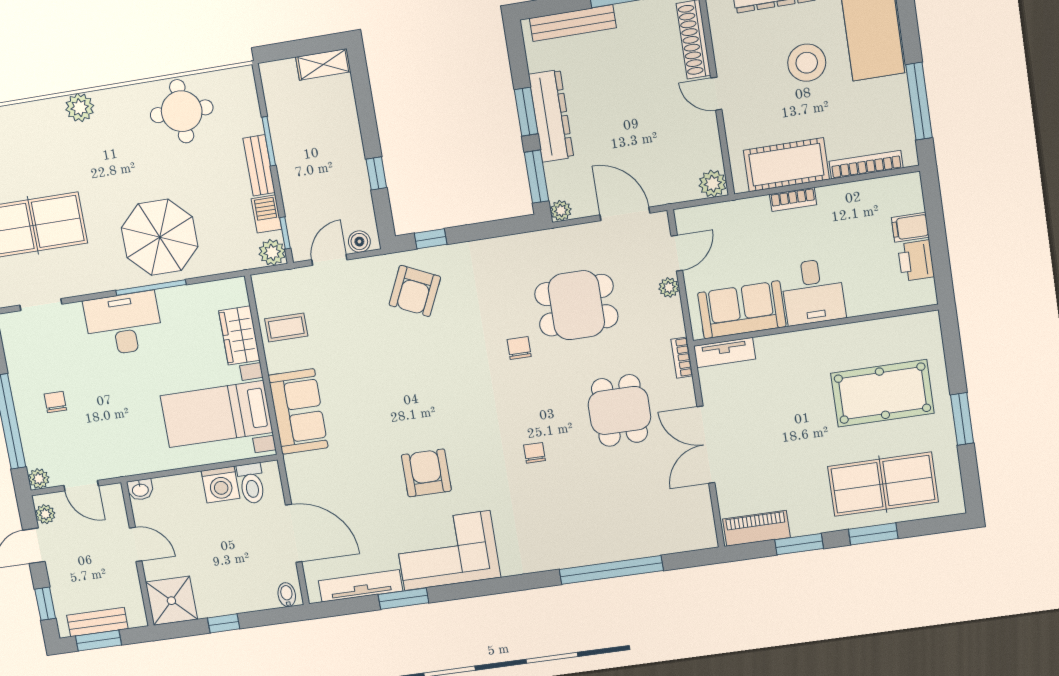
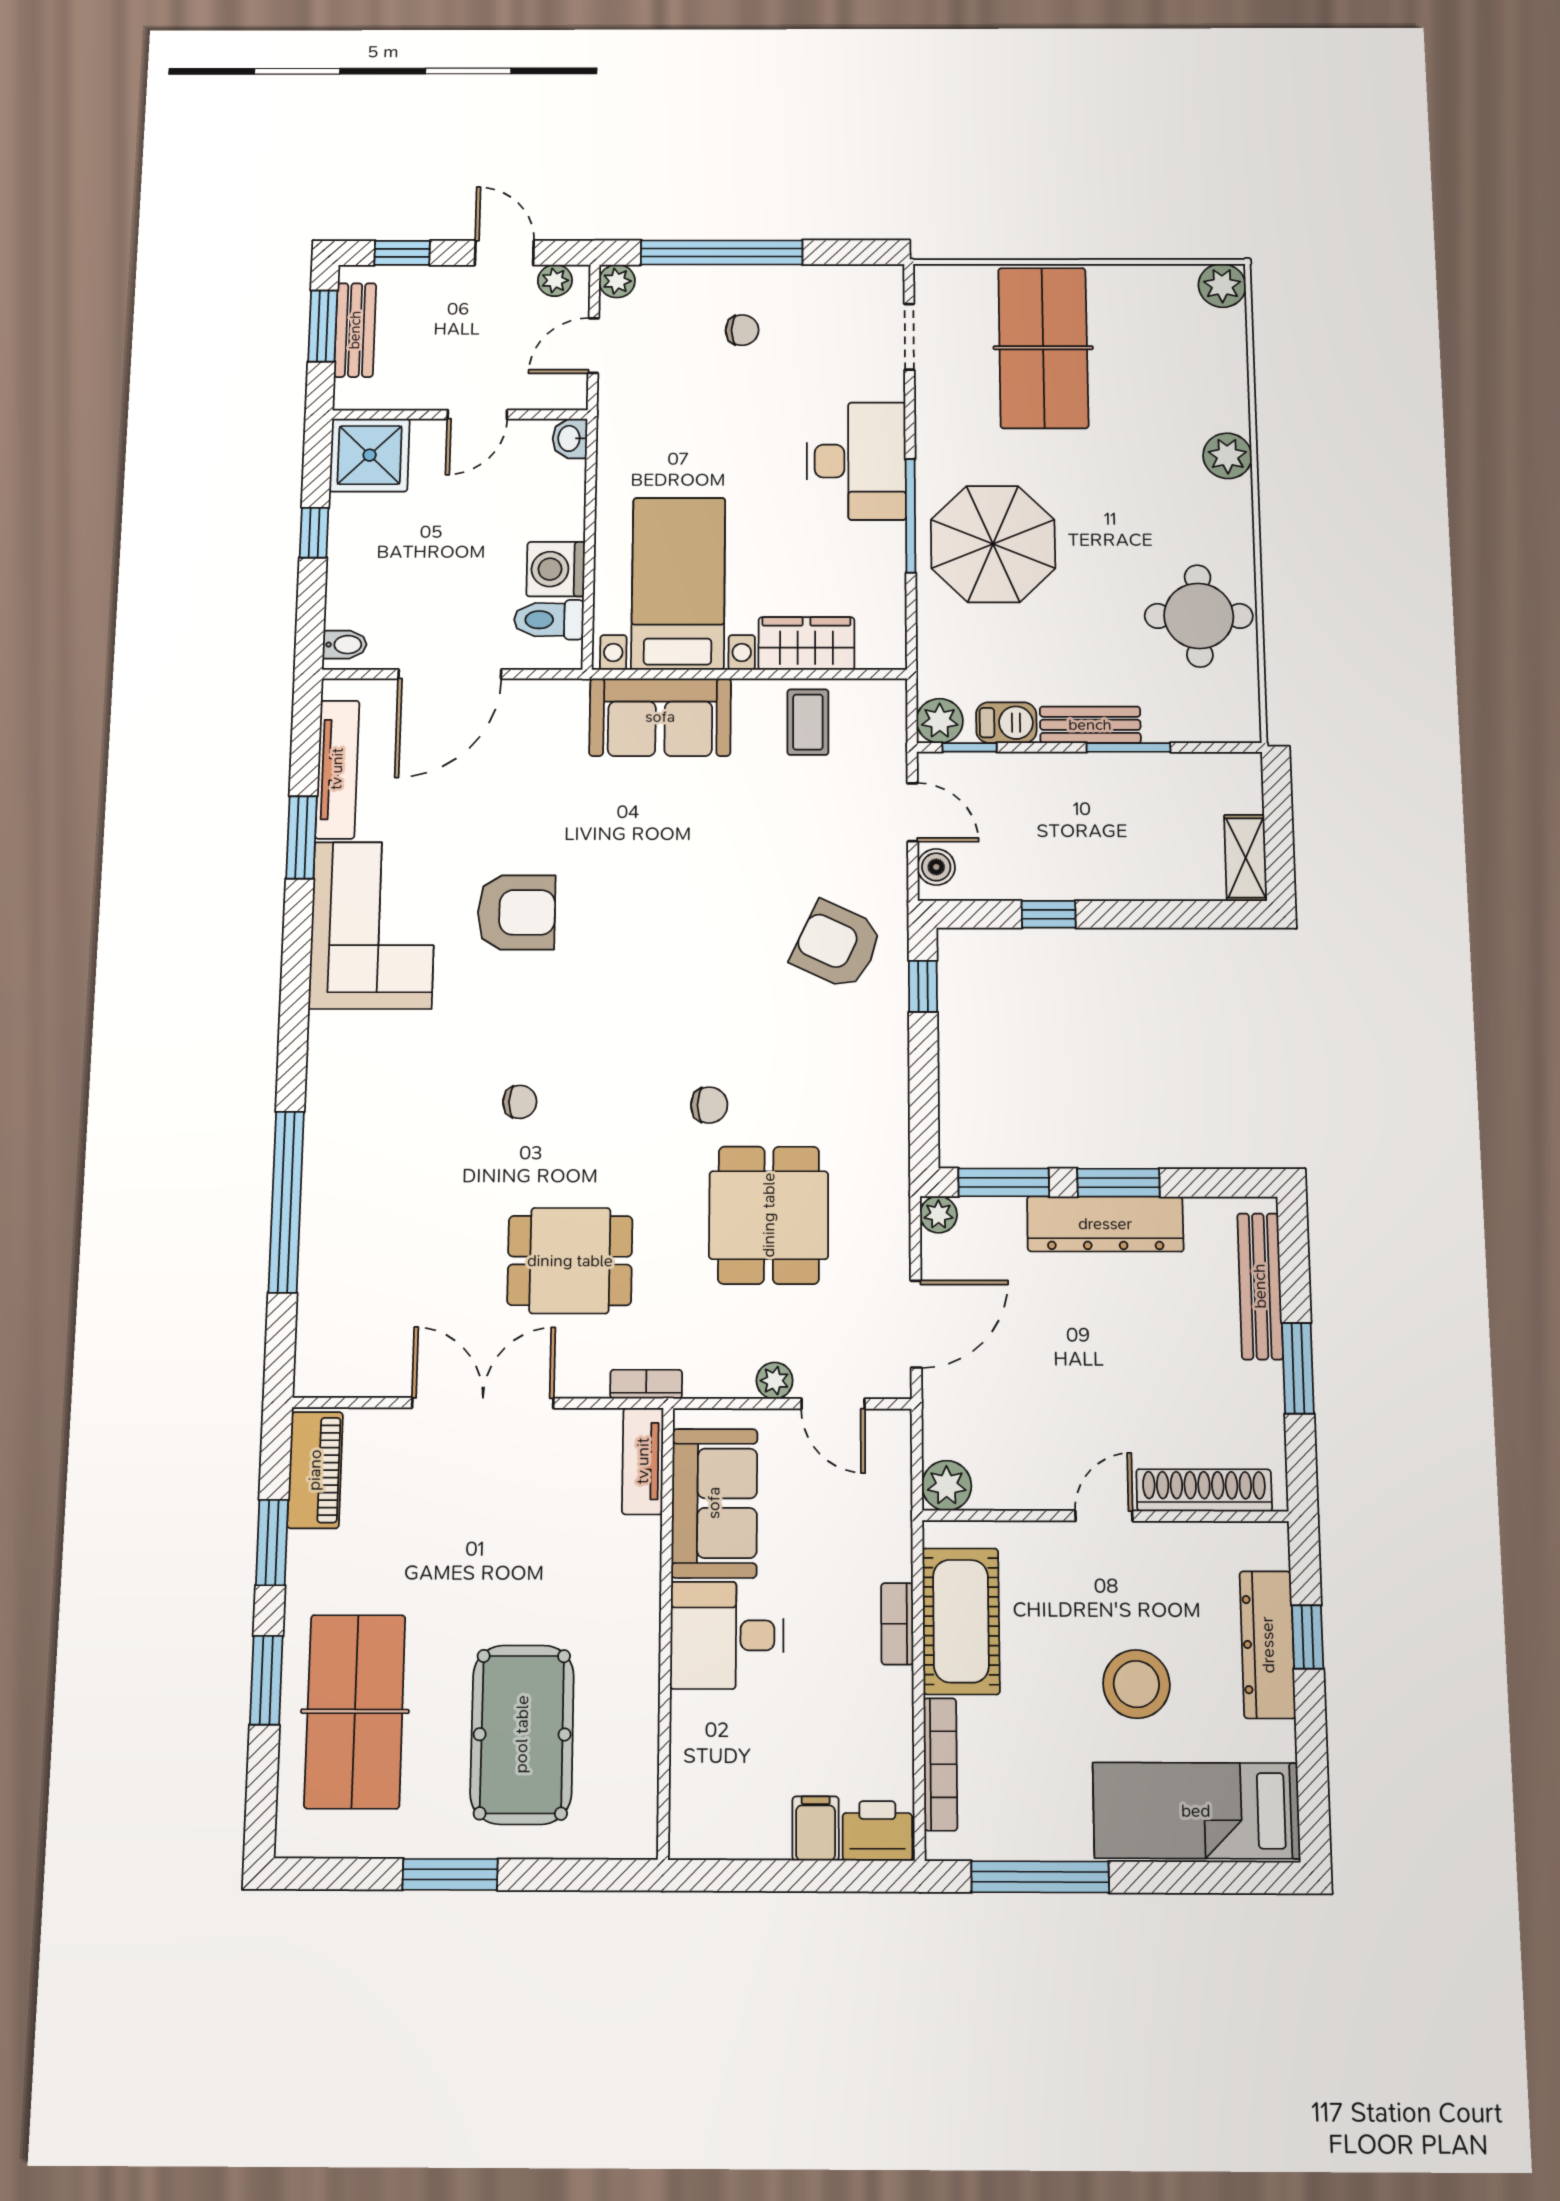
printer: (916, 261) -> (877, 1831), moved

